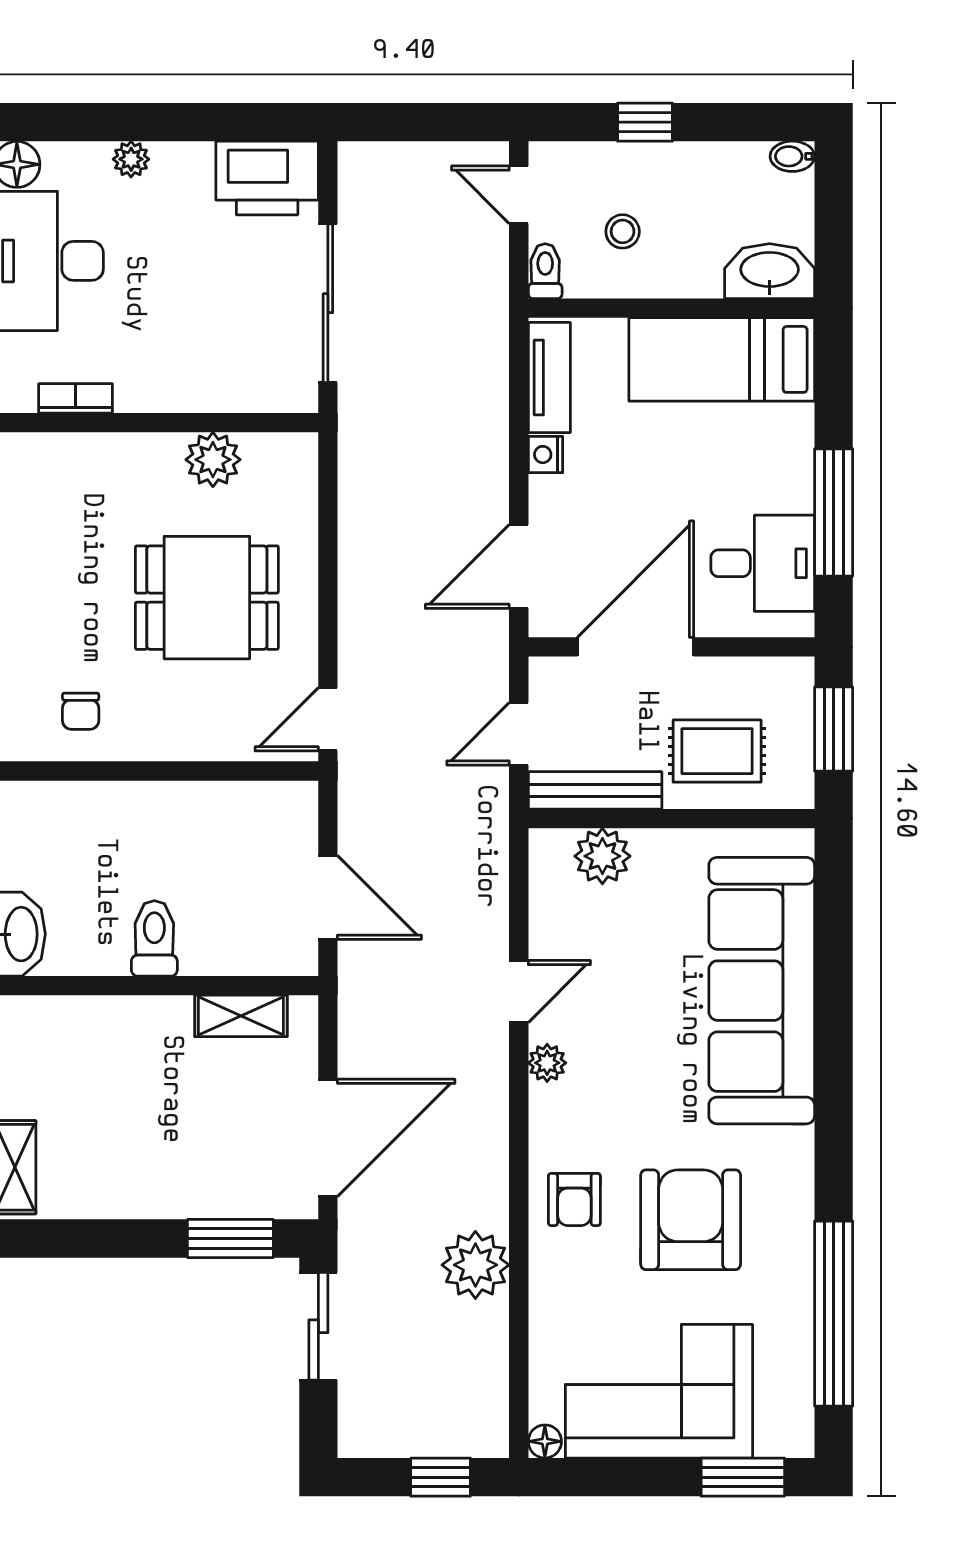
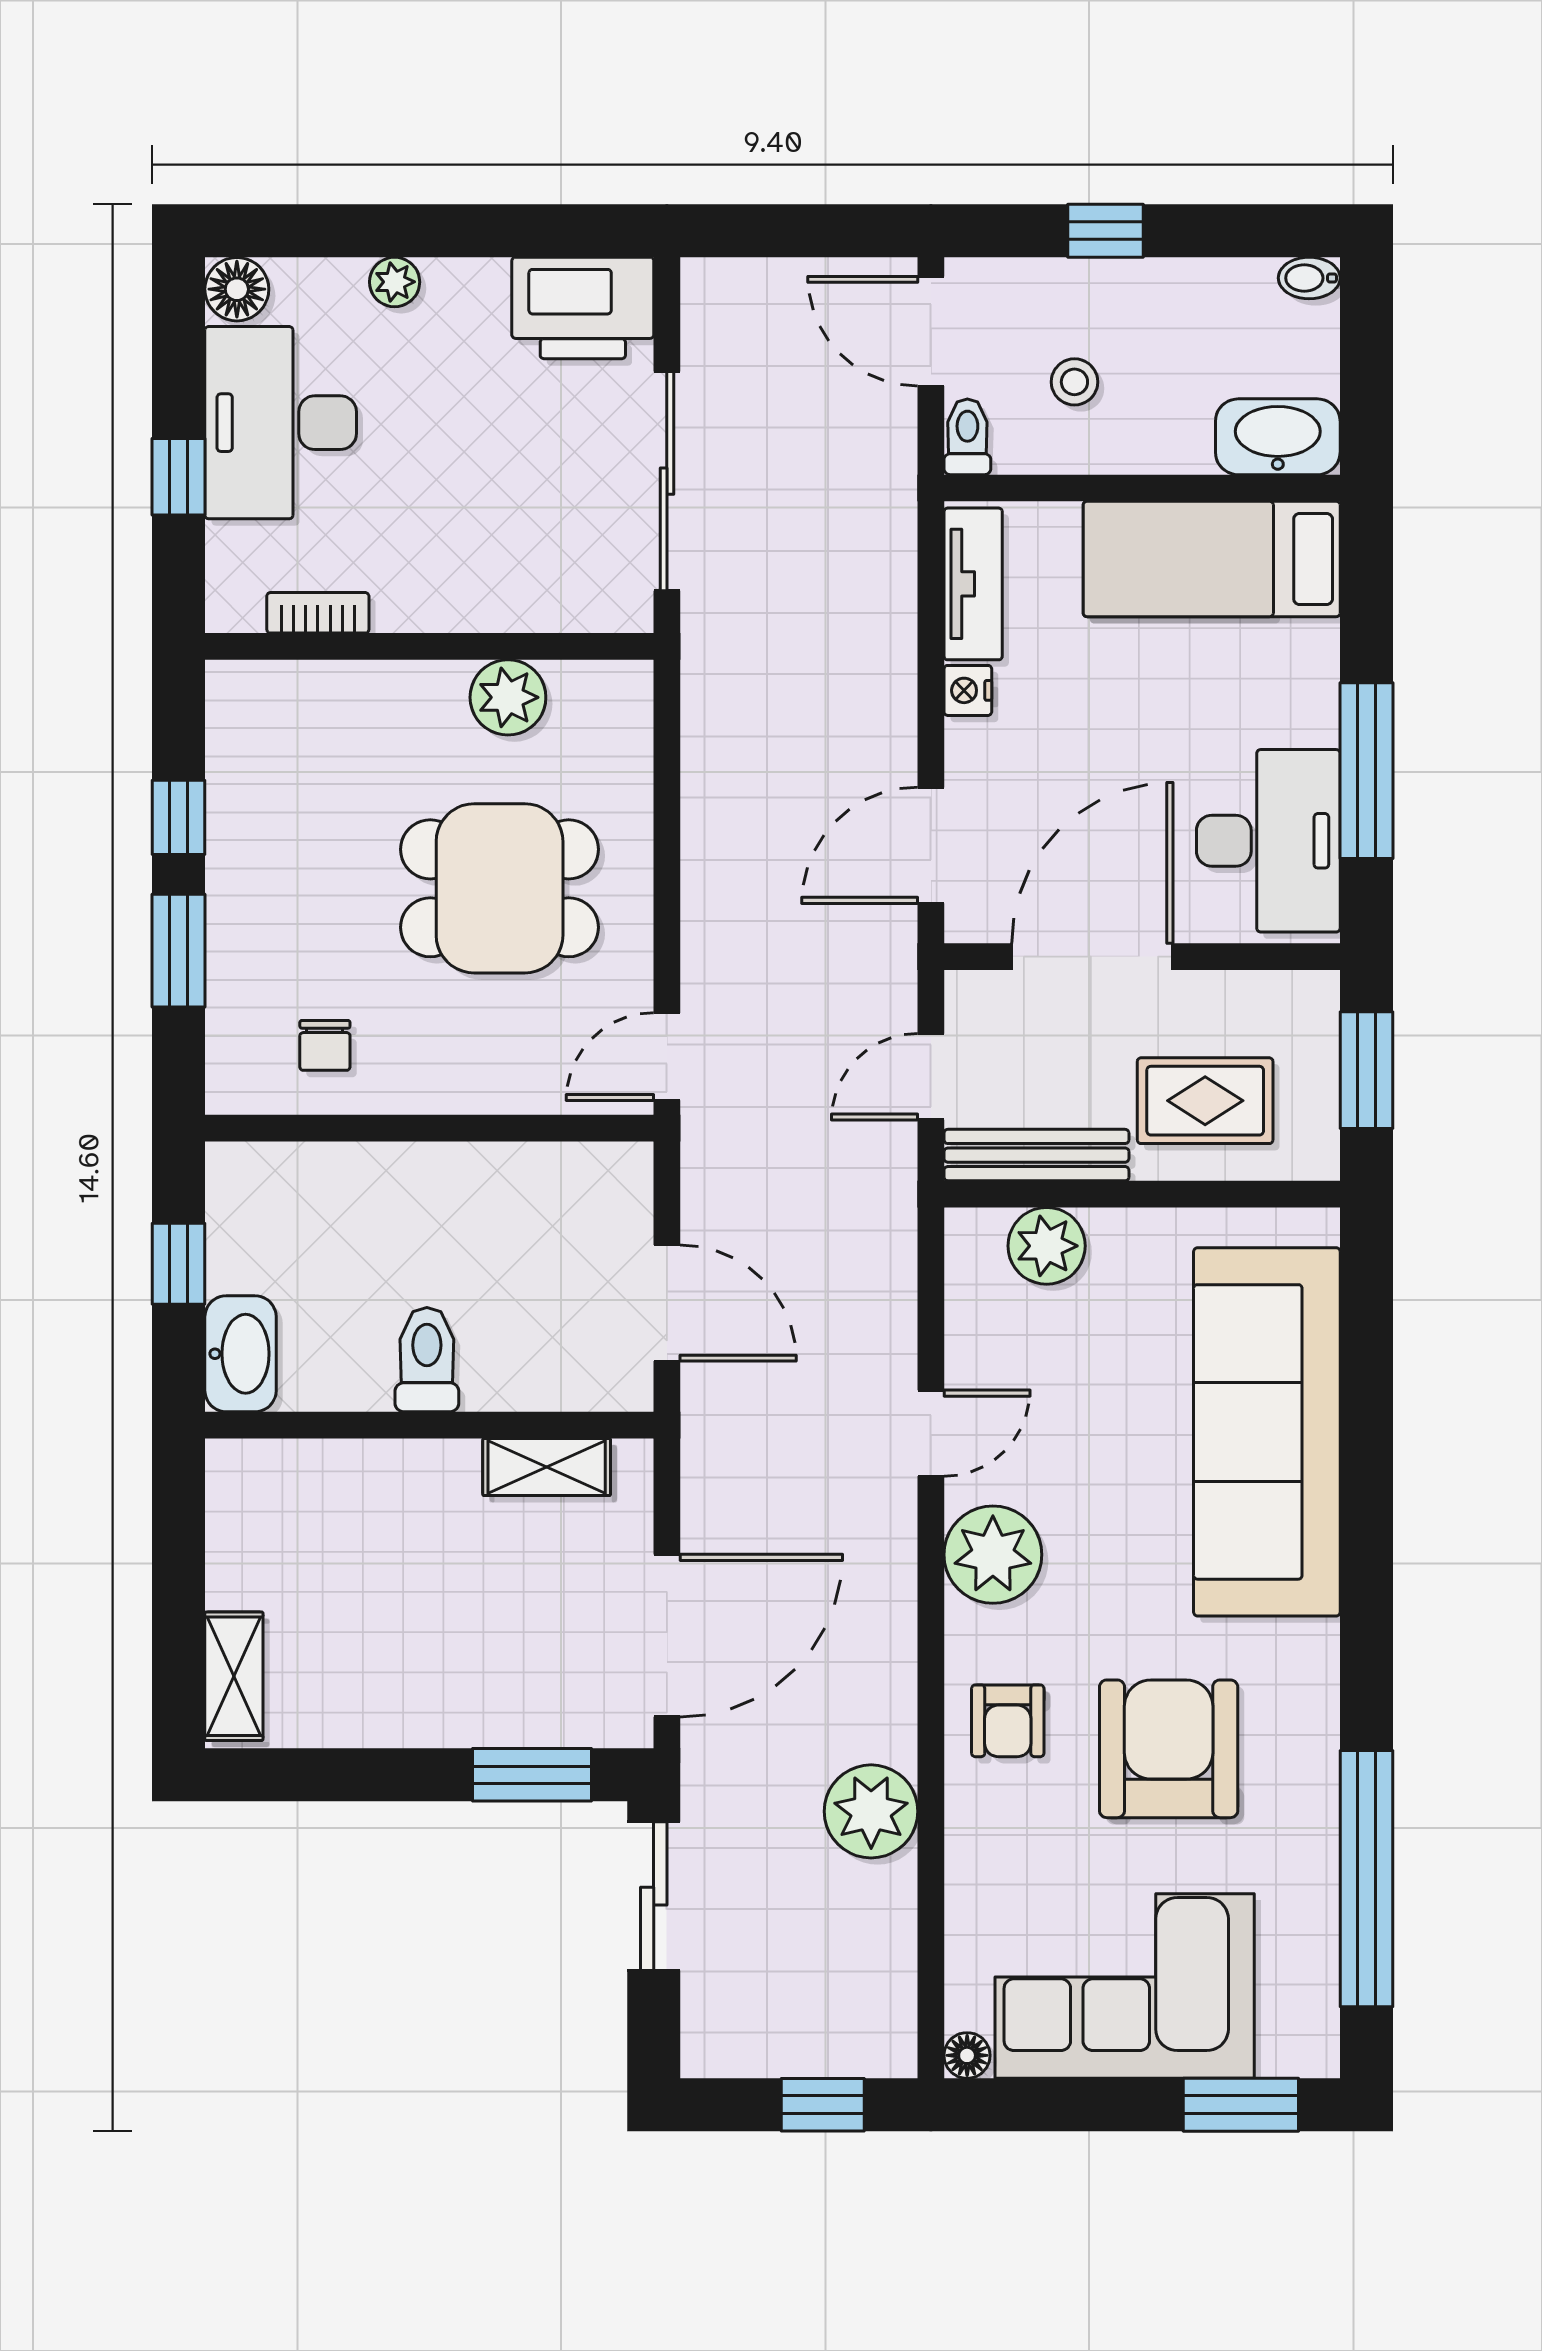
door: (519, 195) -> (931, 331), width x1.37
desk: (763, 563) -> (1268, 841), width x1.37
plant: (547, 1063) -> (993, 1555), width x1.87, depth x1.87

